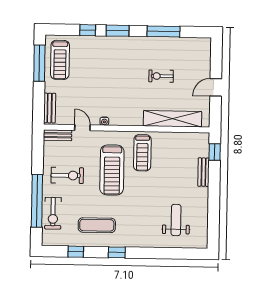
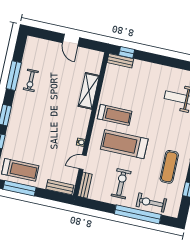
exercise bike: (161, 76) -> (31, 80), moved
shelving: (173, 119) -> (89, 91), width x0.68
treadmill: (112, 170) -> (124, 144), turned 180
bench: (204, 172) -> (120, 61), moved
exercise bike: (53, 213) -> (151, 203), turned 180

